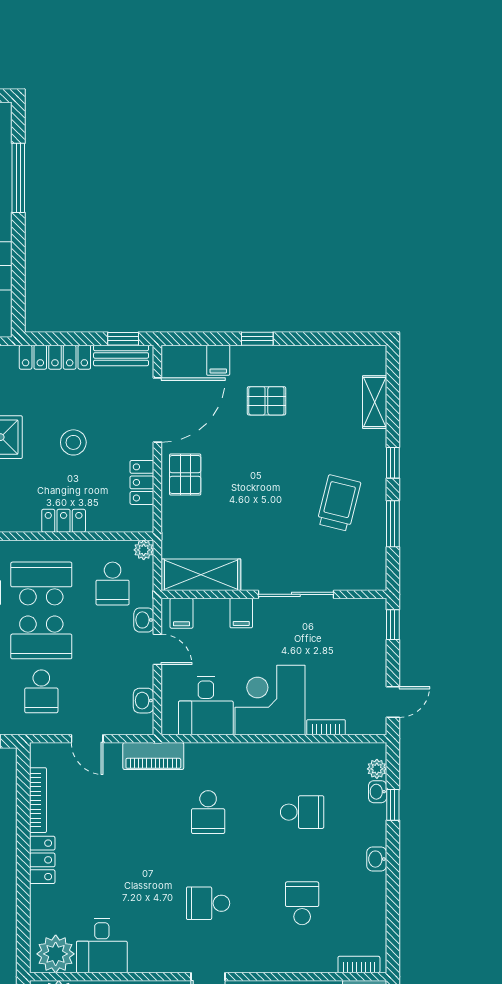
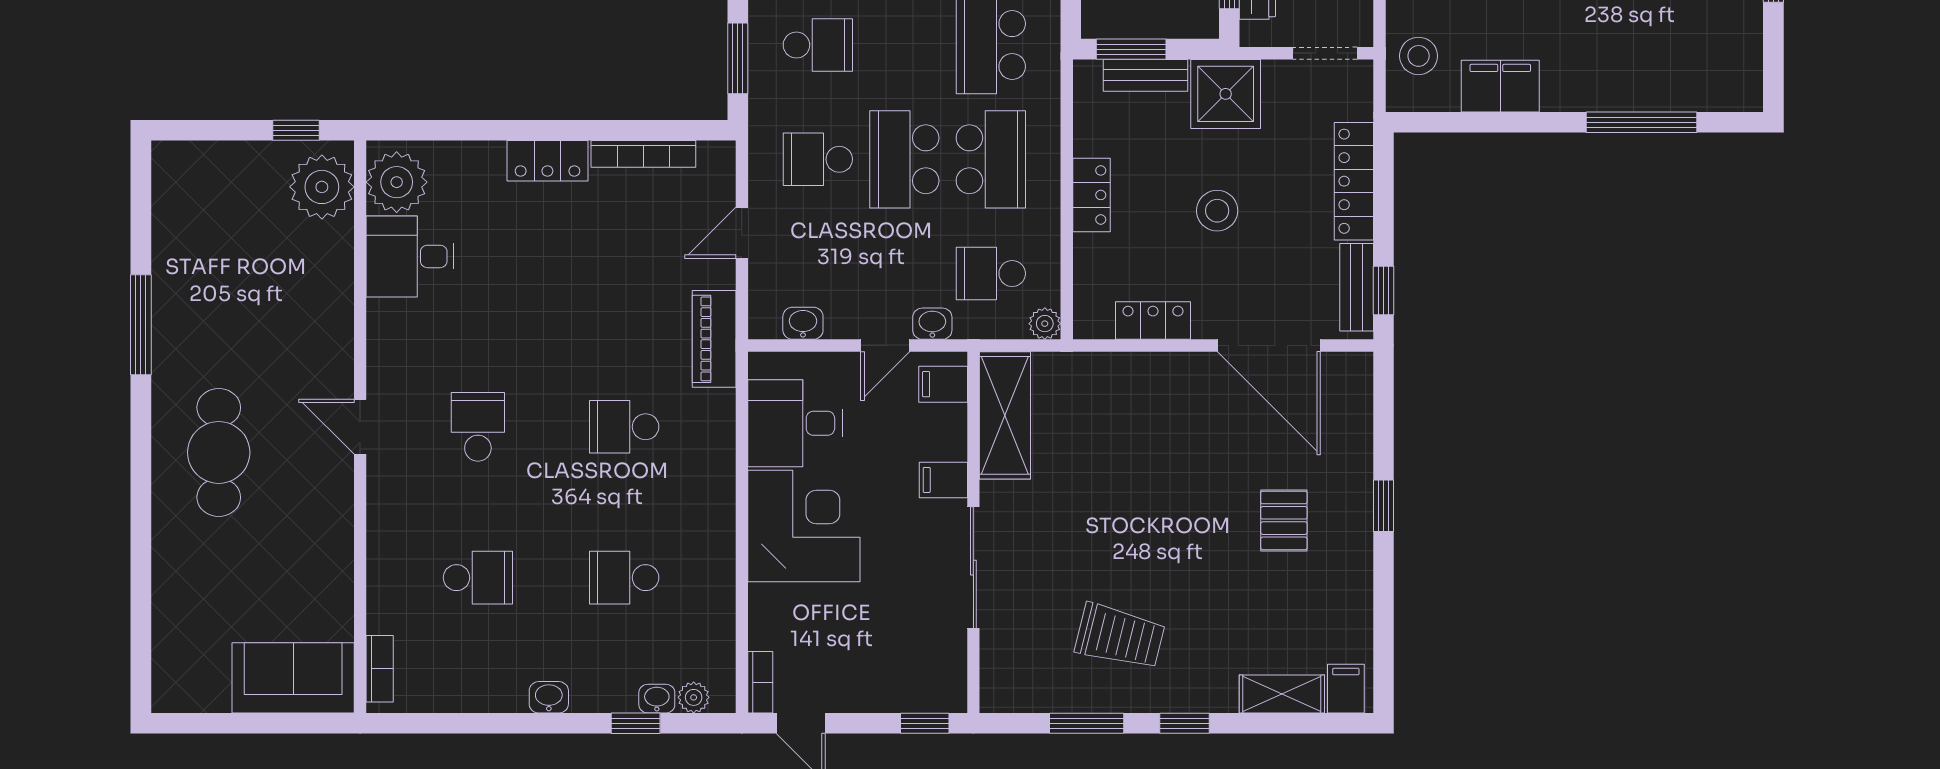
filing cabinet: (218, 360) -> (1346, 689), moved, turned 90
pallet: (185, 475) -> (1166, 390), removed
bookcase: (326, 727) -> (760, 682), moved
school desk: (302, 812) -> (624, 578), turned 90

